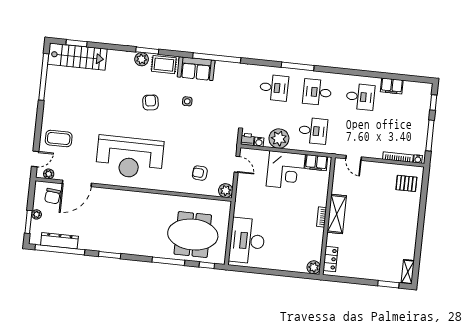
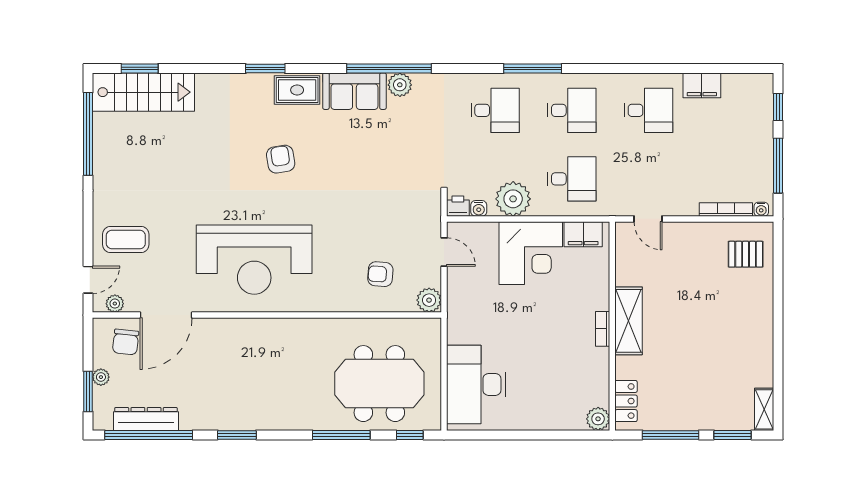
plant: (142, 59) -> (400, 85), moved
desk: (317, 92) -> (572, 110), turned 180
side table: (187, 101) -> (345, 150), removed
window: (354, 281) -> (671, 435), added

